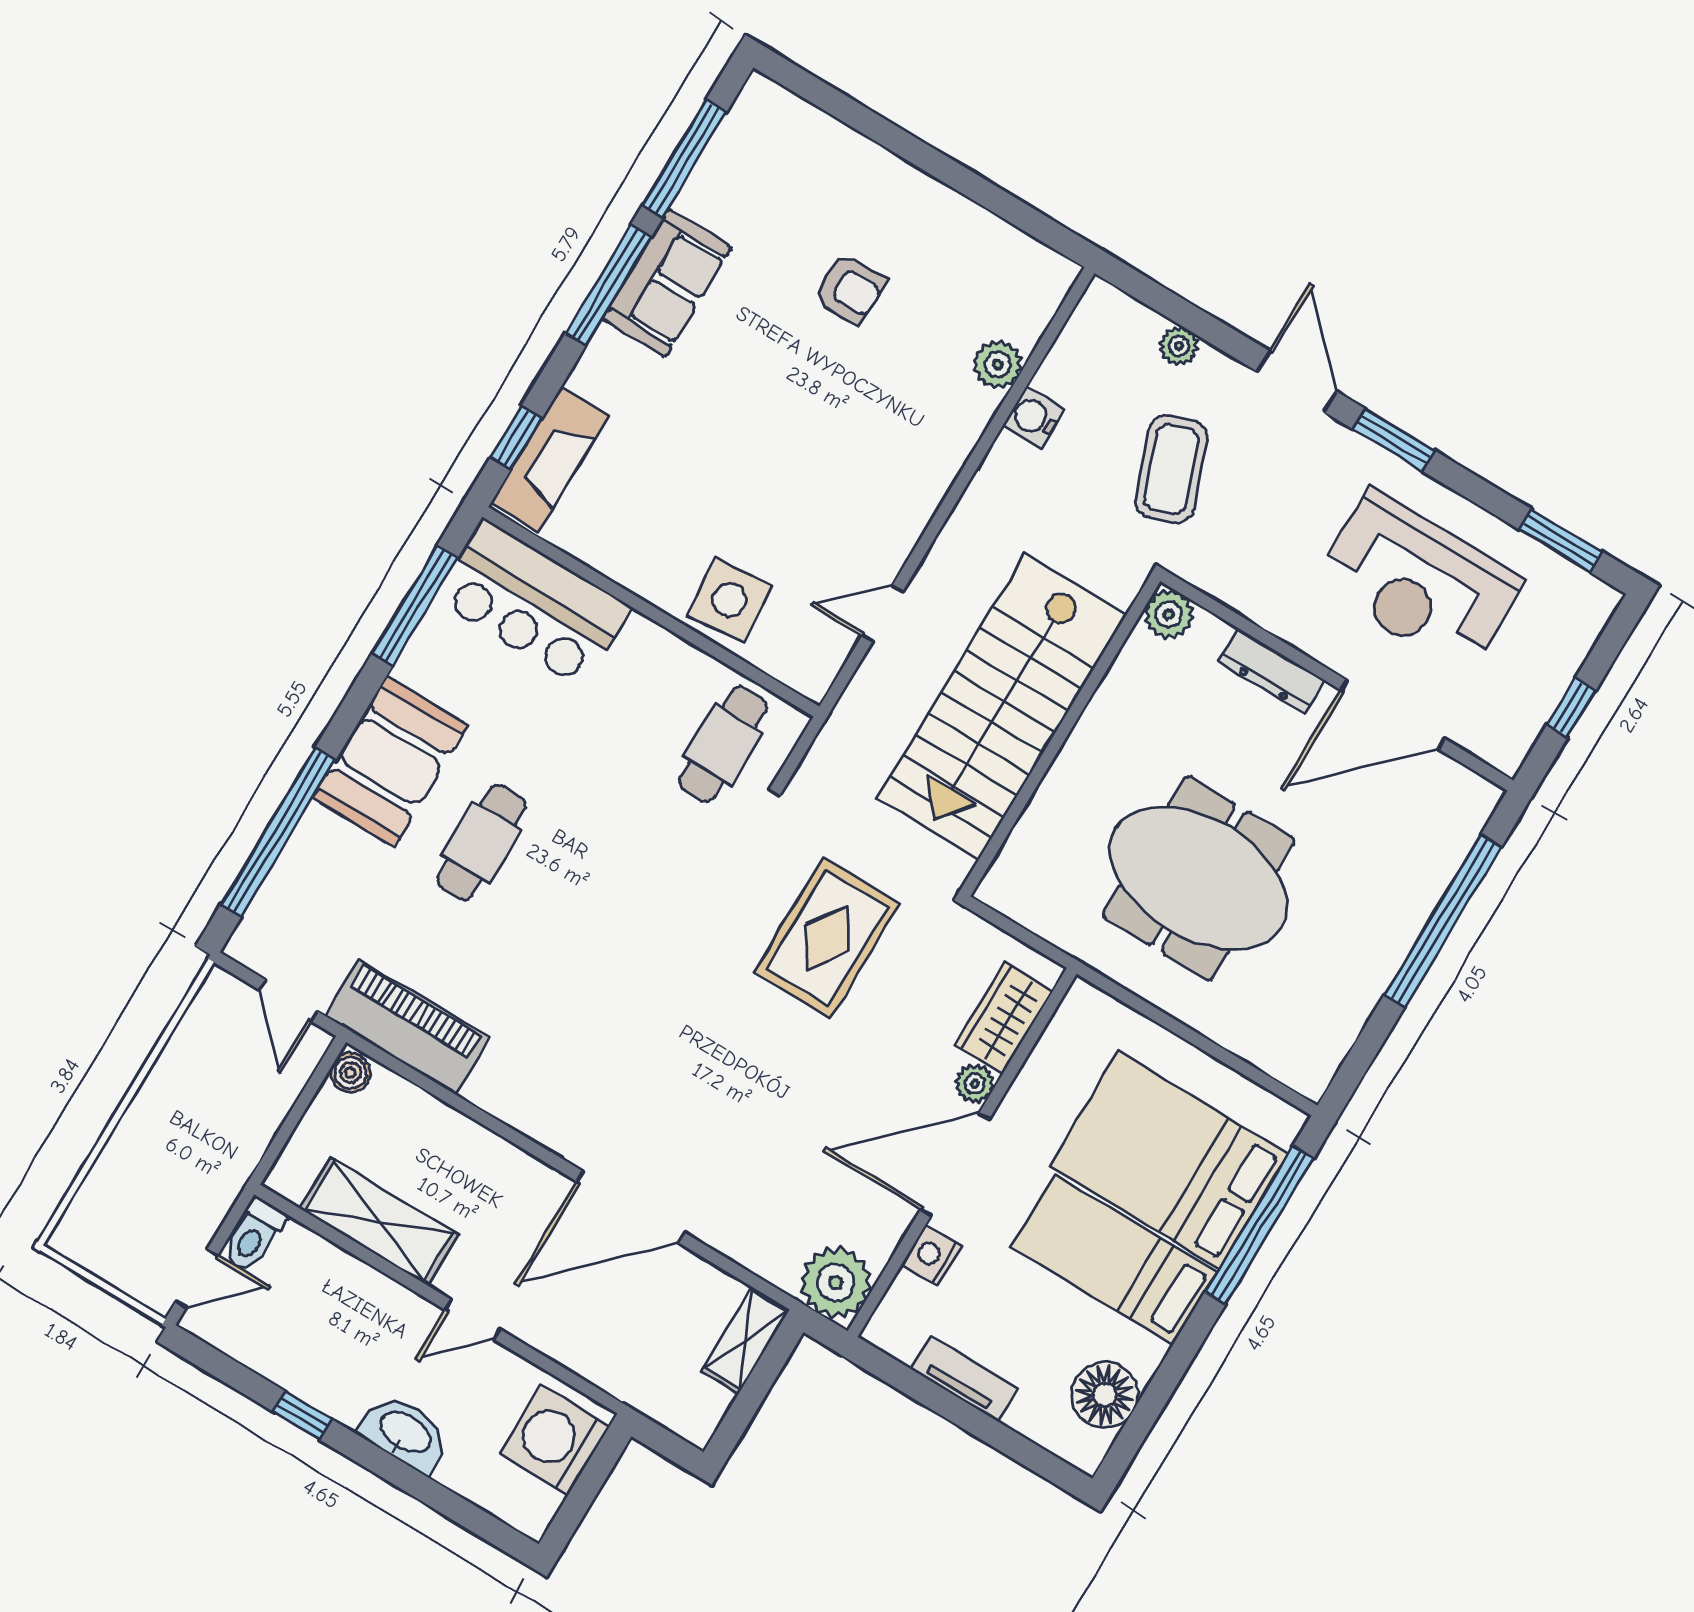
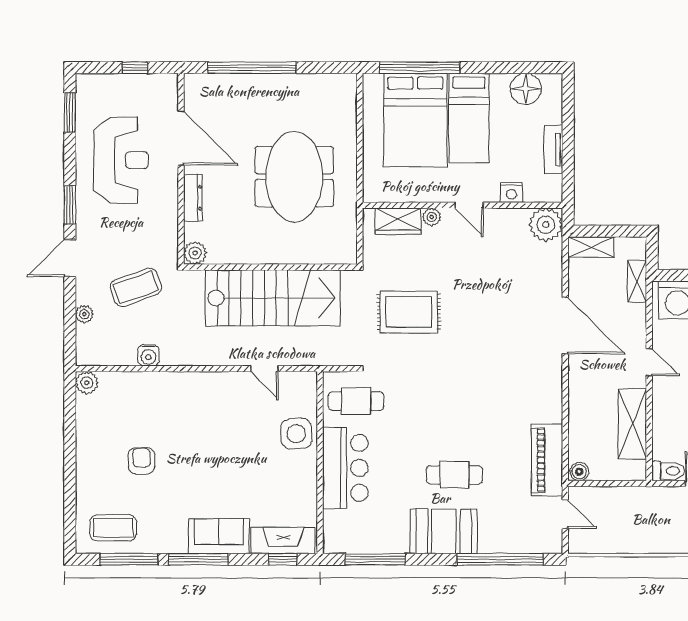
coffee table: (759, 164) -> (113, 528), added
sofa: (667, 283) -> (219, 536), moved
plant: (998, 364) -> (87, 383), moved
bar counter: (534, 604) -> (345, 468), moved
door: (289, 1001) -> (565, 514), hinge flipped
door: (955, 1164) -> (469, 205), width x0.53
shelving: (633, 1386) -> (637, 281), added

